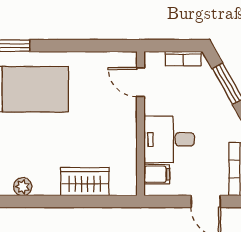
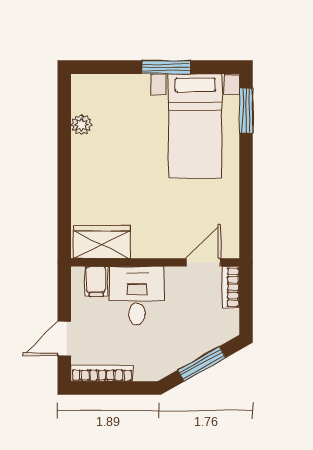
bookcase: (183, 59) -> (231, 287), moved
wardrobe: (85, 182) -> (102, 242), moved, turned -90

